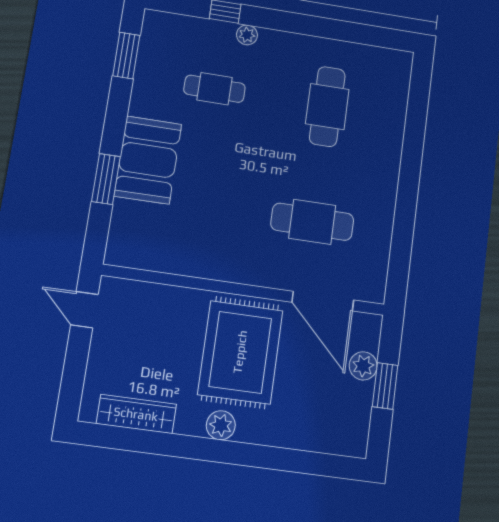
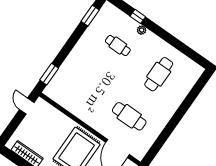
booth: (148, 160) -> (78, 61), removed
window: (106, 179) -> (49, 74), moved

